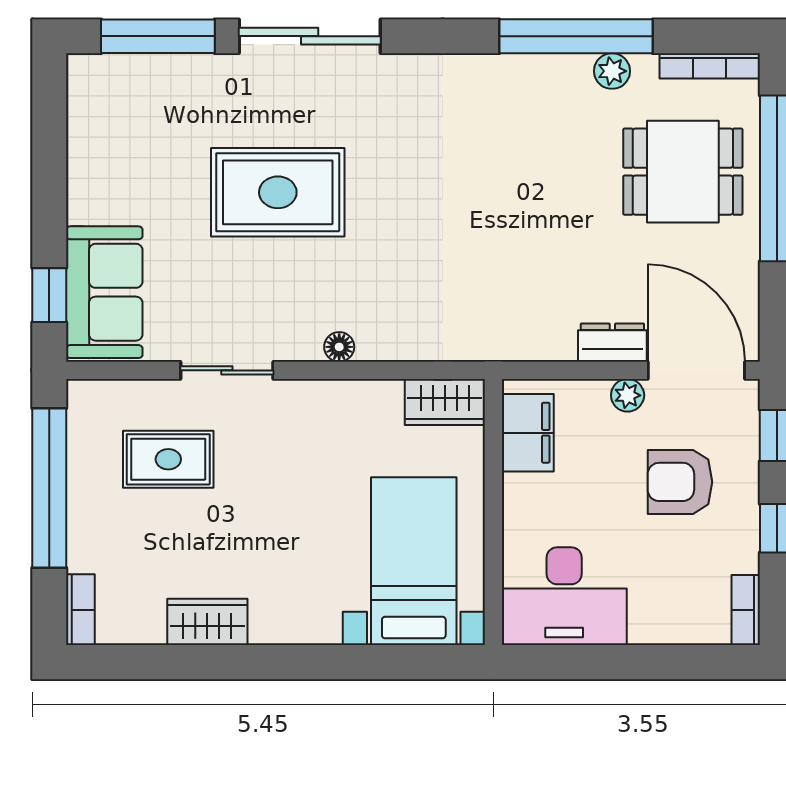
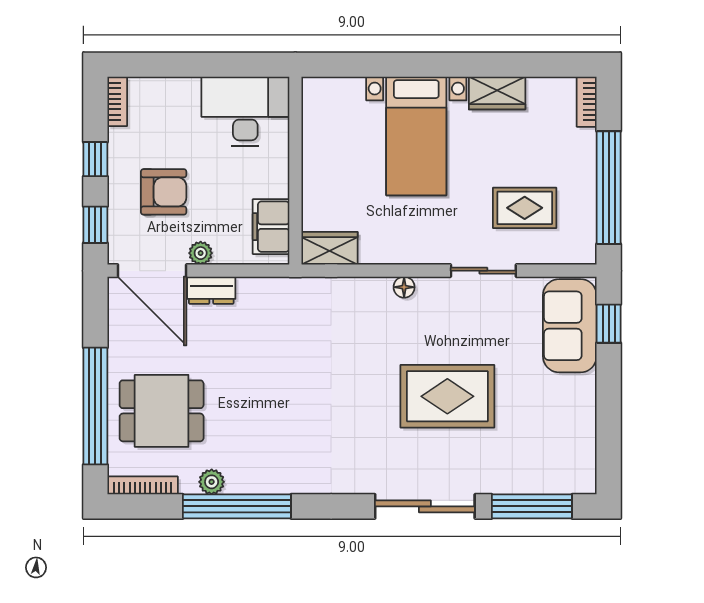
bed with nightstands: (414, 561) -> (416, 136), moved

